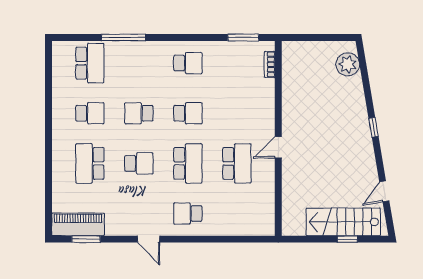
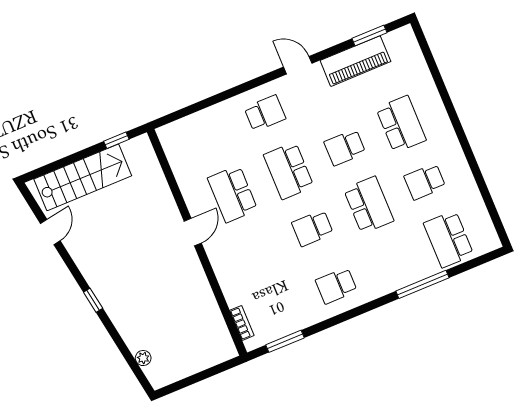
plant: (348, 64) -> (143, 358), width x0.53, depth x0.53
school desk: (139, 113) -> (369, 205), width x1.85
piano: (78, 224) -> (355, 61), moved
window: (347, 239) -> (116, 140), moved

